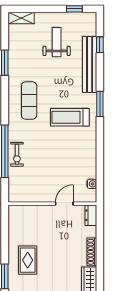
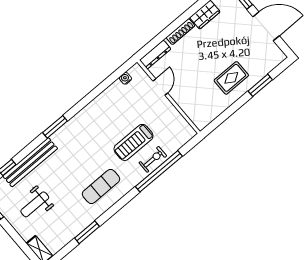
treadmill: (70, 117) -> (133, 142), moved, turned 90
door: (64, 204) -> (160, 87), swing flipped
dresser: (91, 215) -> (155, 55), width x1.44

